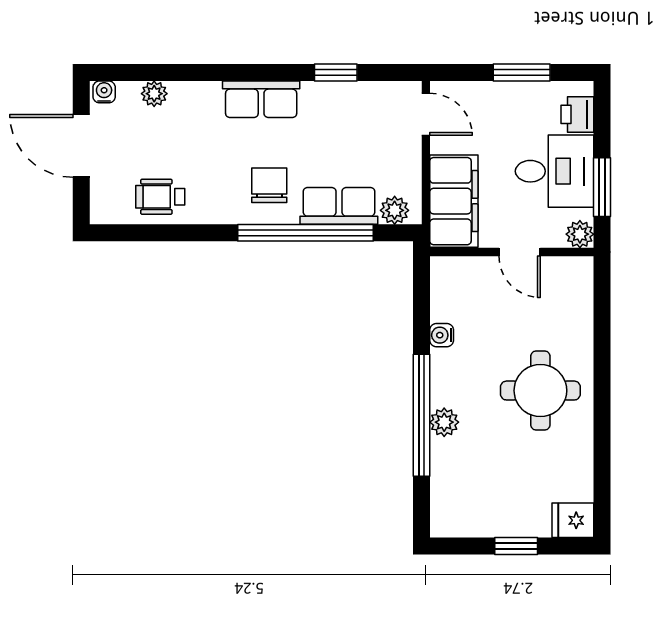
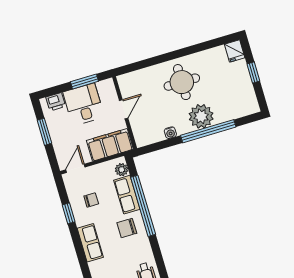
chair: (350, 128) -> (91, 200), added
plant: (580, 234) -> (108, 85), removed
plant: (444, 422) -> (201, 116), width x1.87, depth x1.87

